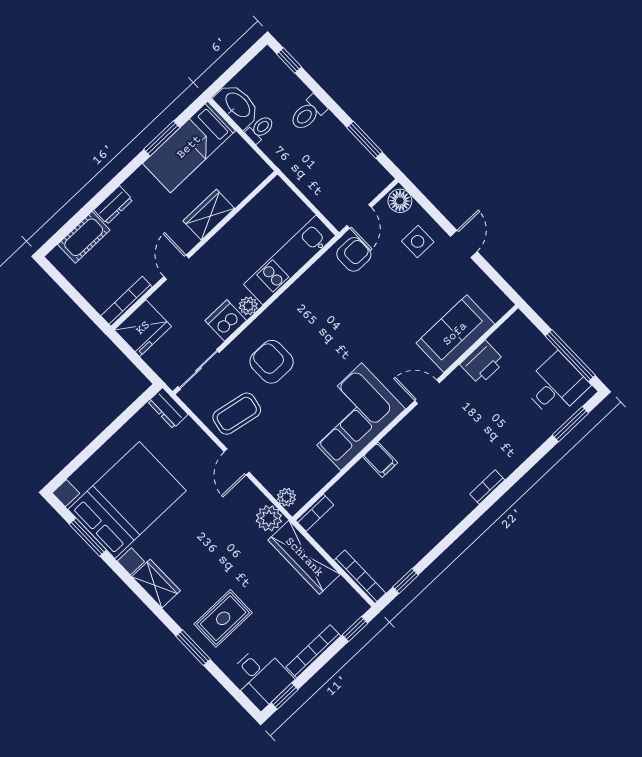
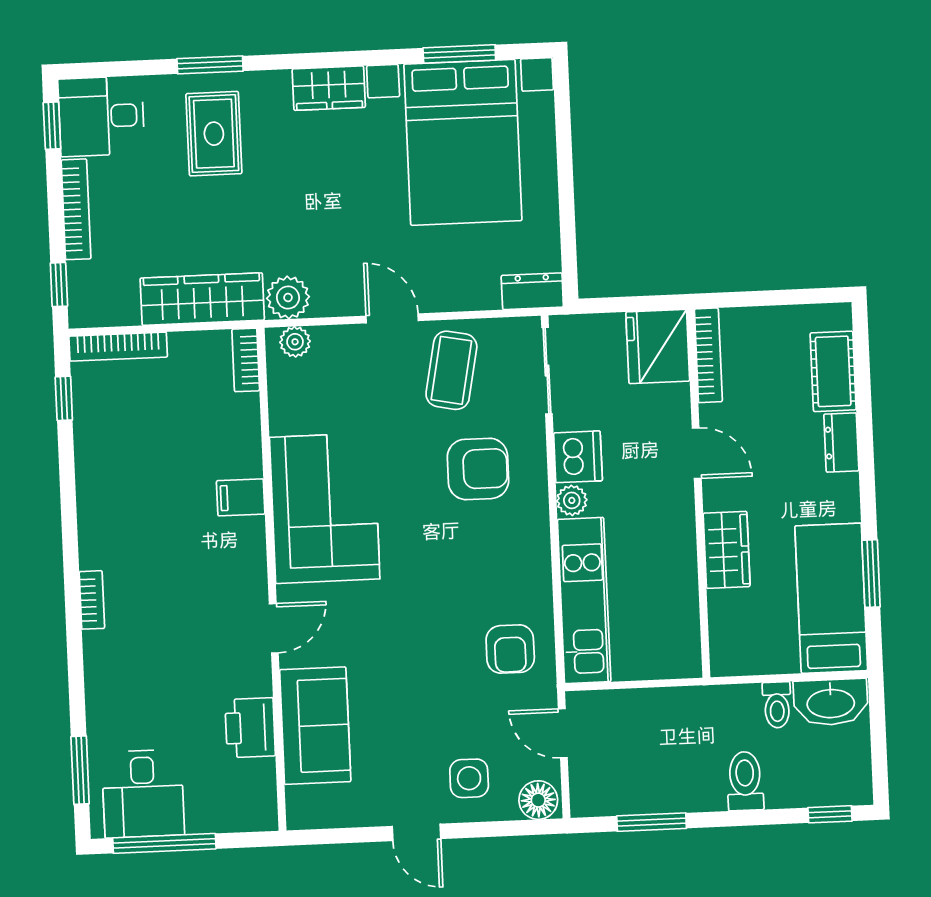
armchair: (354, 254) -> (510, 649), moved

